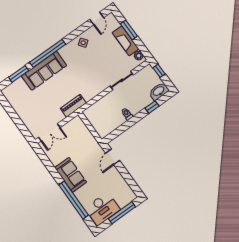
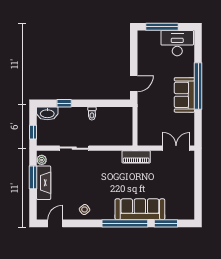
window: (129, 30) -> (33, 177), moved
window: (74, 200) -> (198, 86), moved

